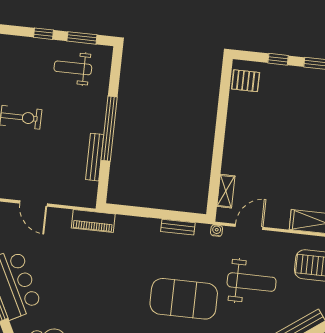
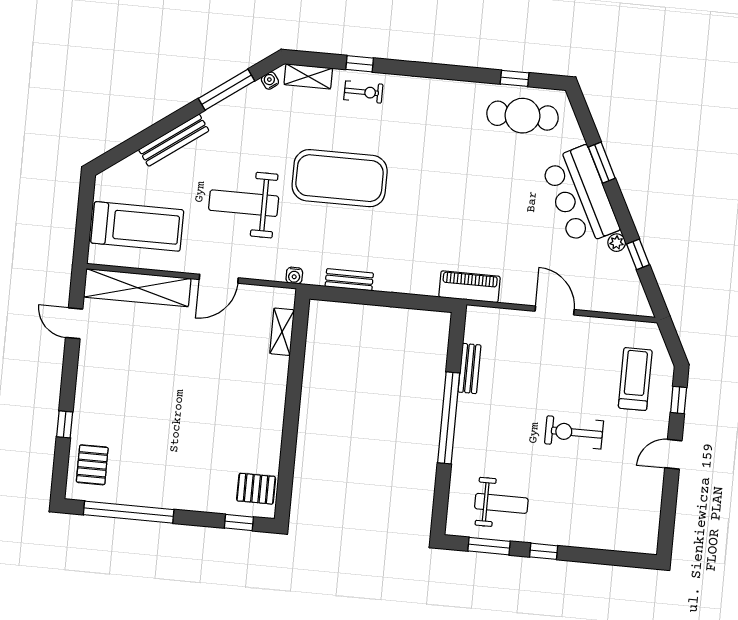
window: (278, 59) -> (239, 522), moved
bench: (95, 157) -> (469, 369), width x0.73
door: (249, 227) -> (219, 279), moved

